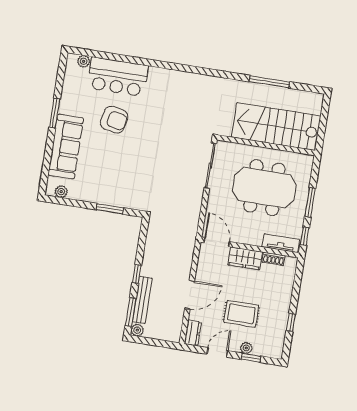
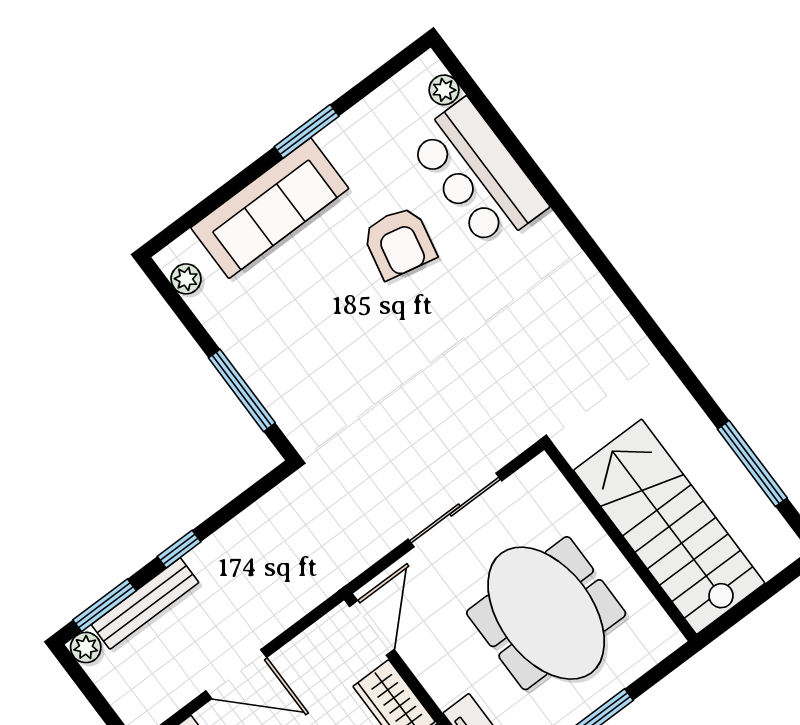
window: (269, 82) -> (752, 464), moved
sliding door: (210, 166) -> (455, 510), moved
window: (110, 209) -> (242, 390), width x1.44

